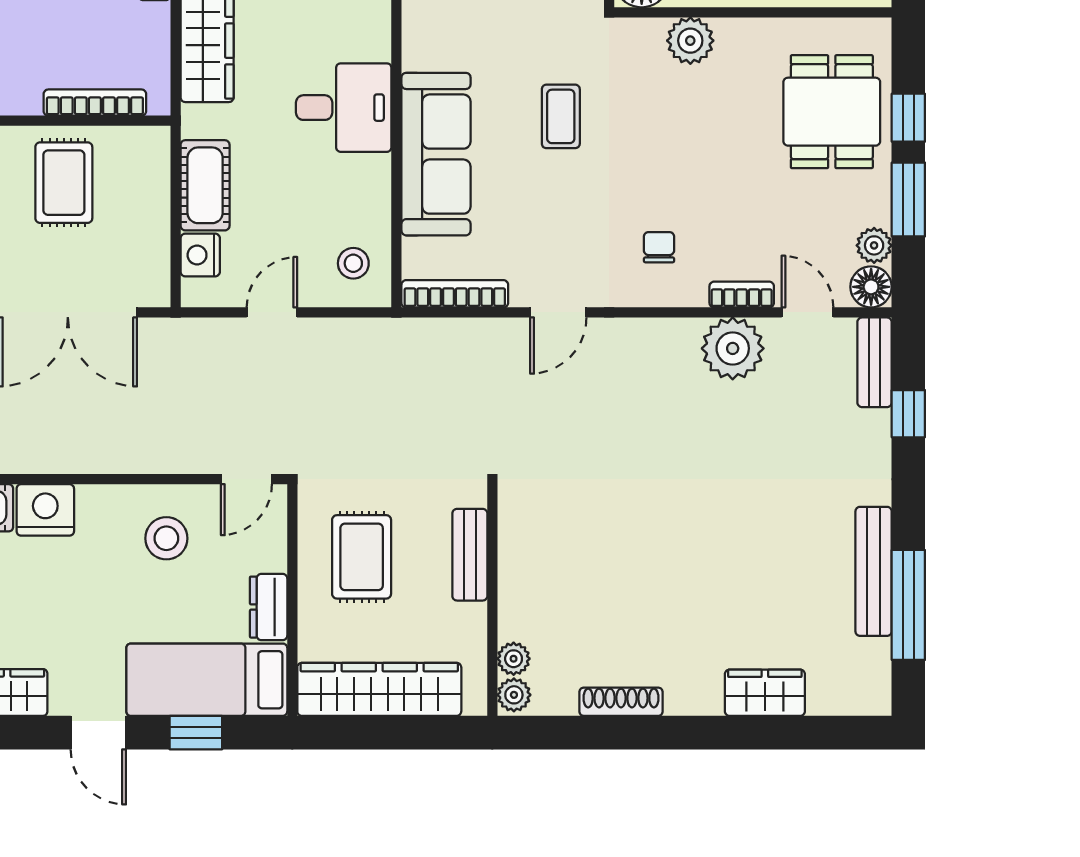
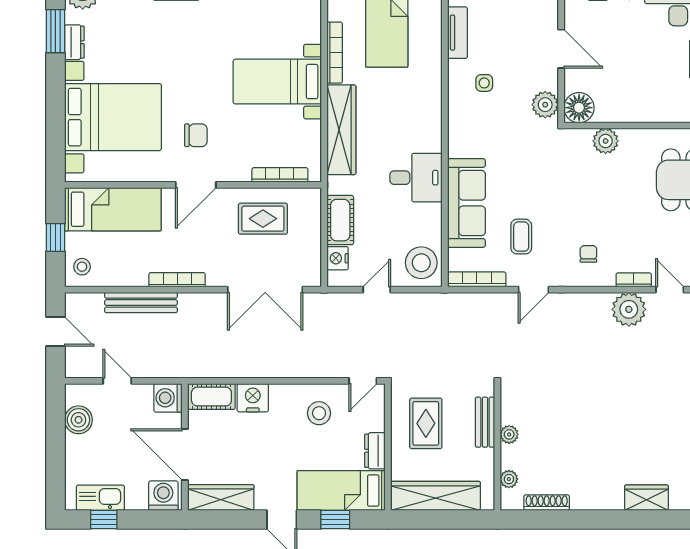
coffee table: (561, 116) -> (521, 237), moved
rug: (64, 183) -> (263, 219), turned 90
stool: (353, 263) -> (421, 263), width x1.89, depth x1.89
plant: (514, 695) -> (509, 434), moved
shoe rack: (621, 702) -> (547, 503), moved

